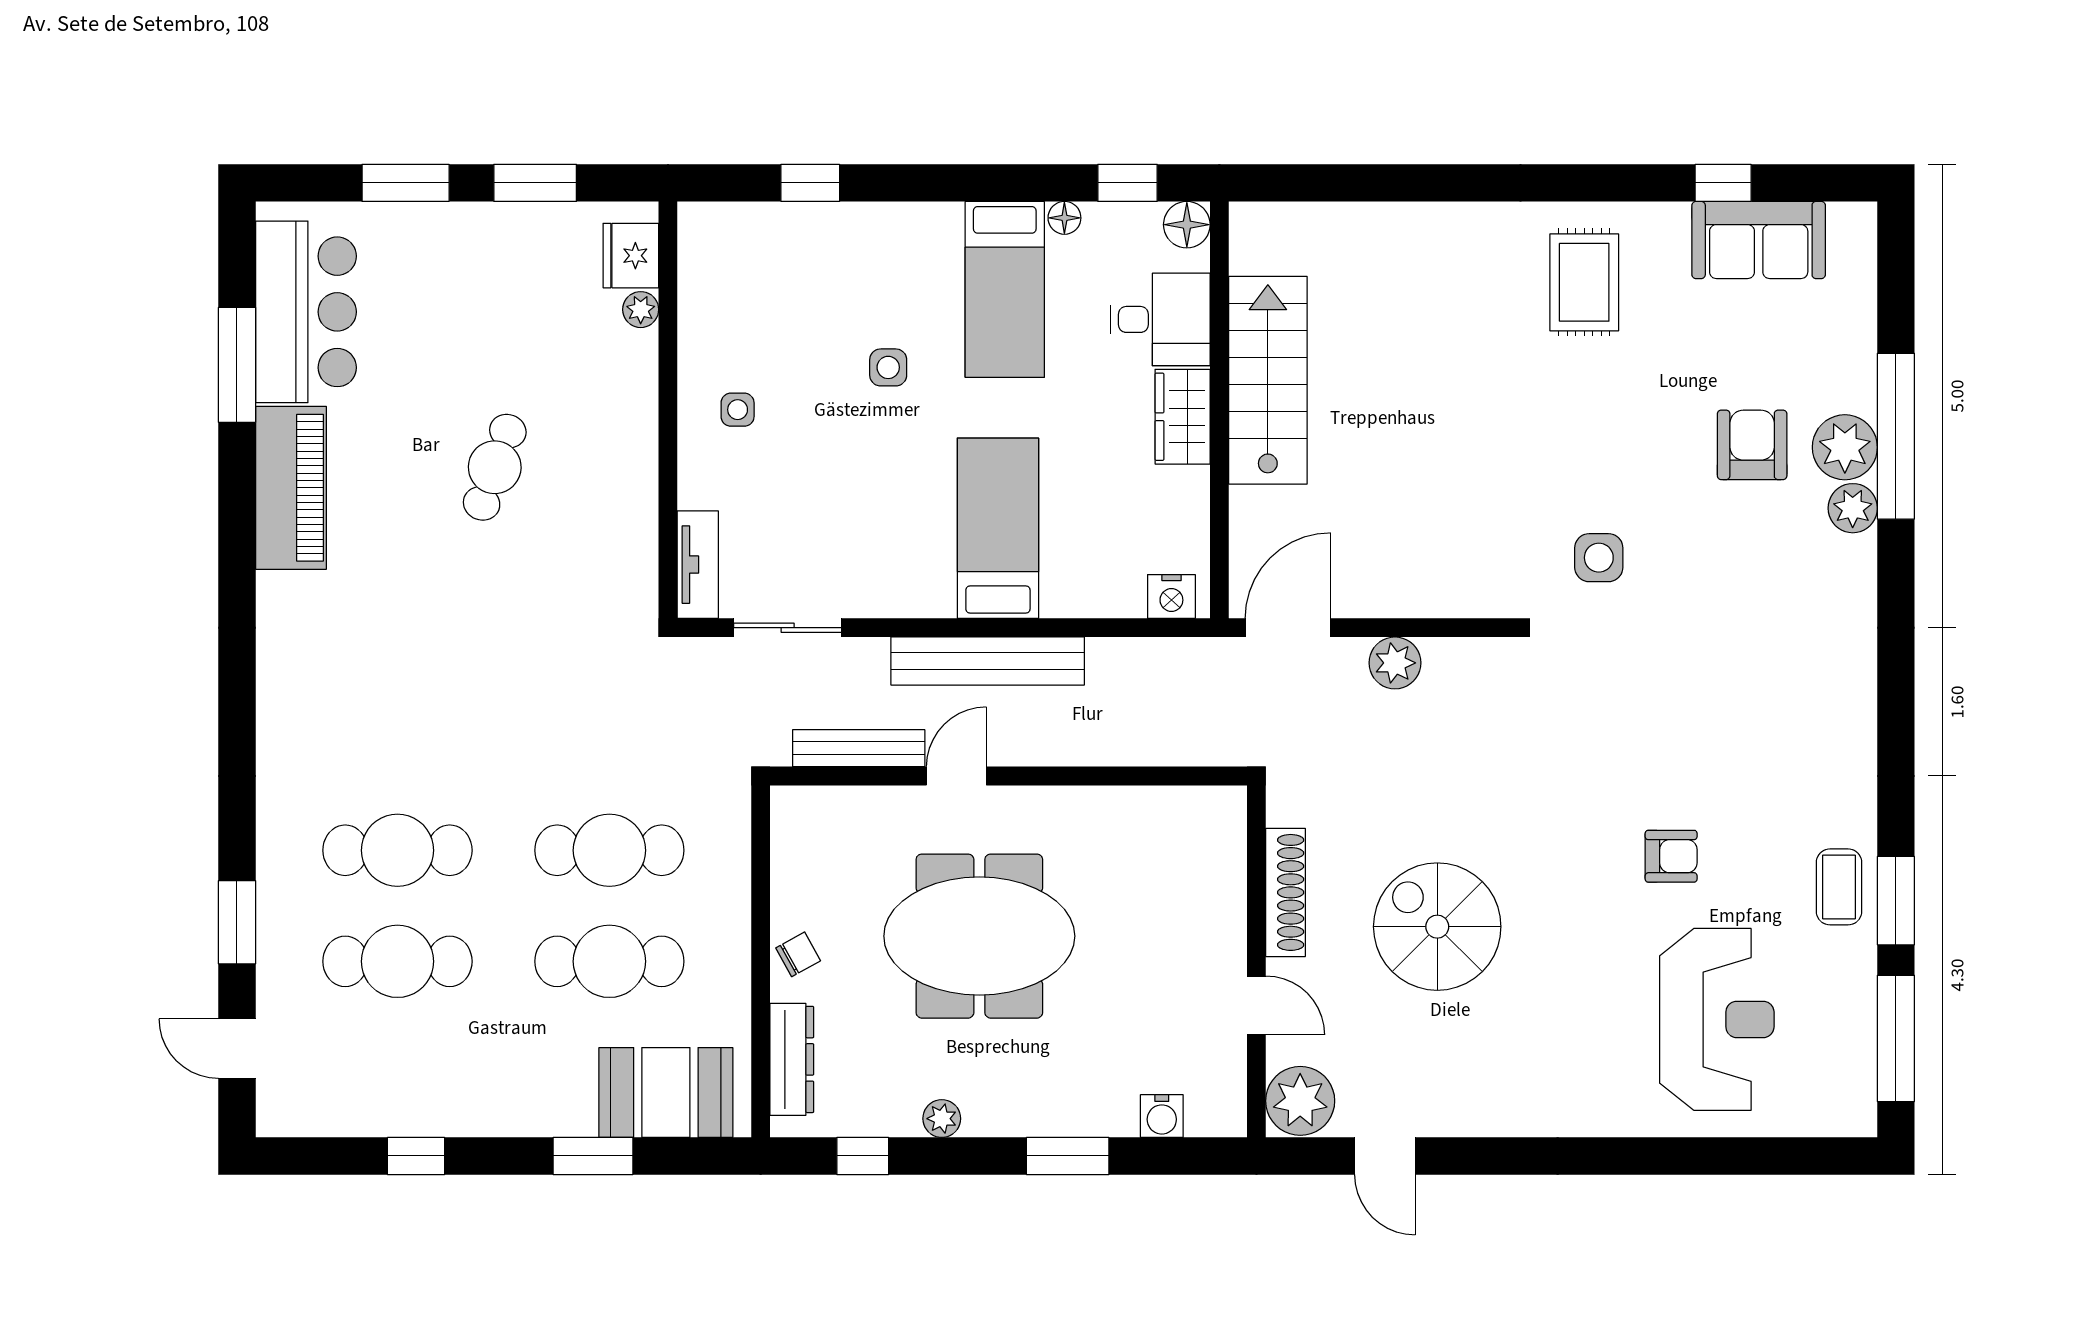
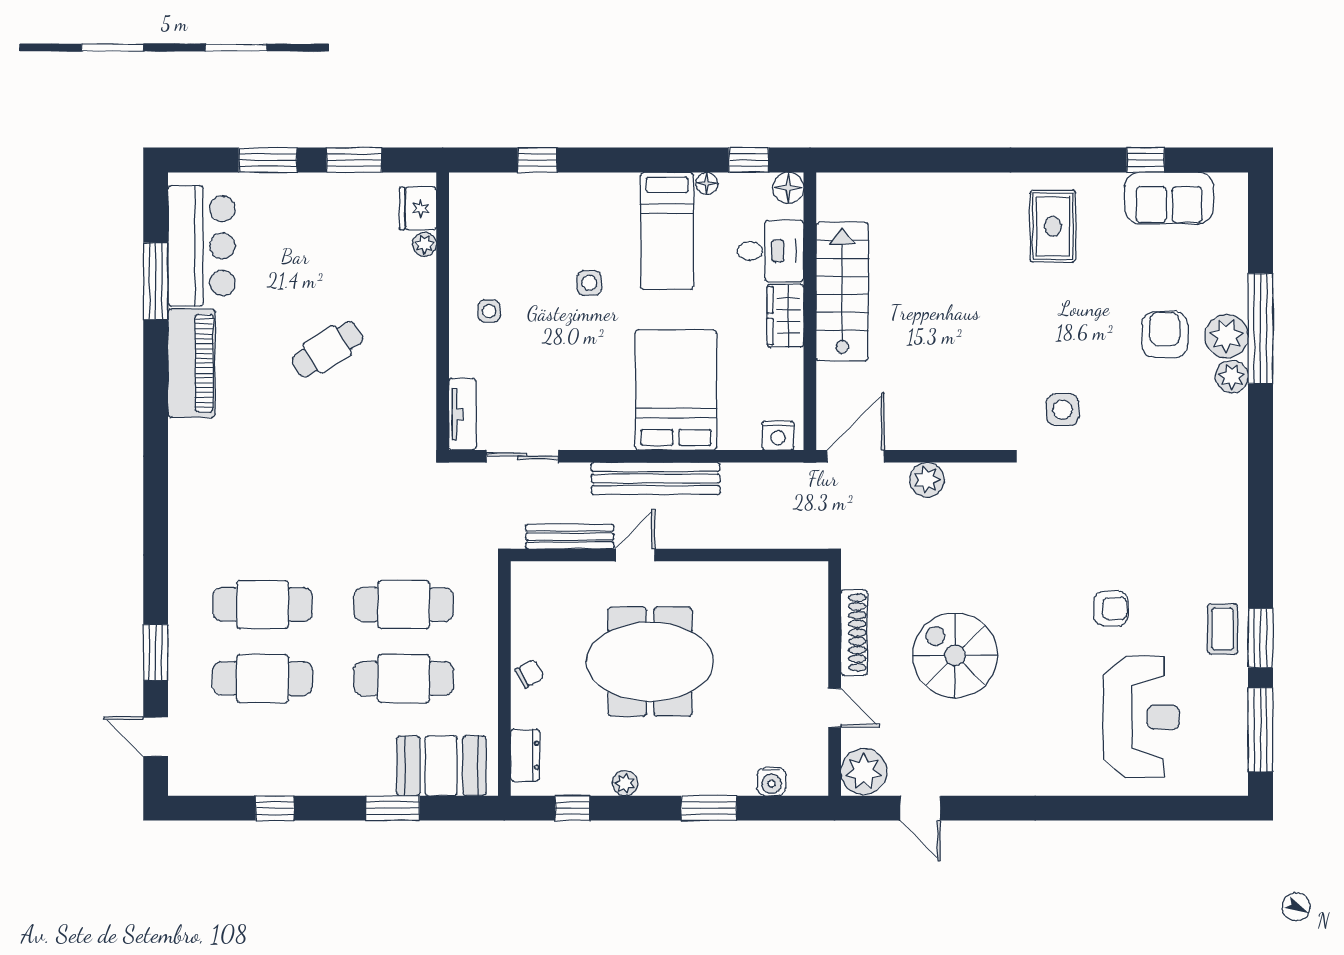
cafe table: (495, 467) -> (327, 349), turned 38
bed: (998, 528) -> (676, 390), width x1.50
dresser: (792, 1059) -> (525, 755), width x0.70

